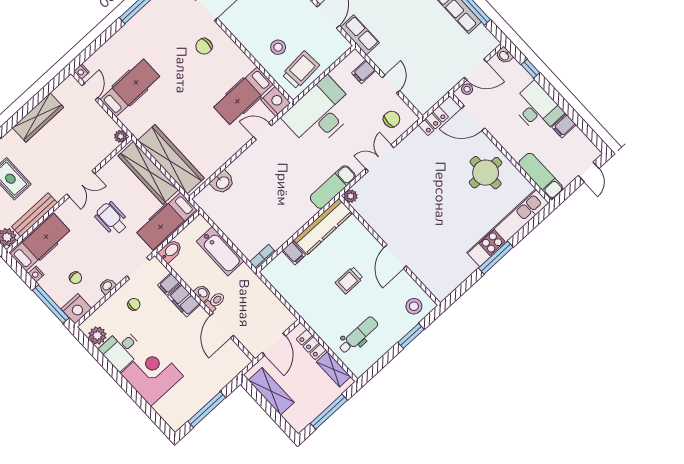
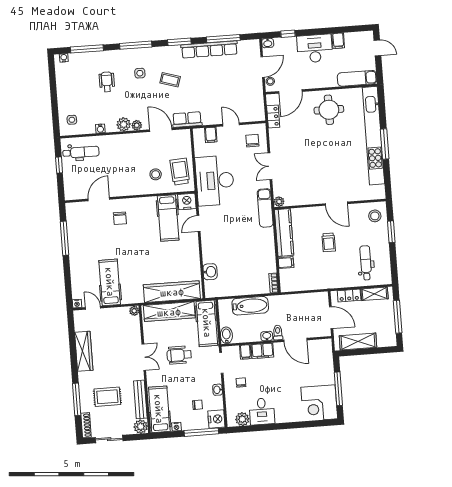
kitchen unit: (508, 228) -> (373, 136), width x1.36
corner desk: (152, 375) -> (319, 403), moved, turned -90

